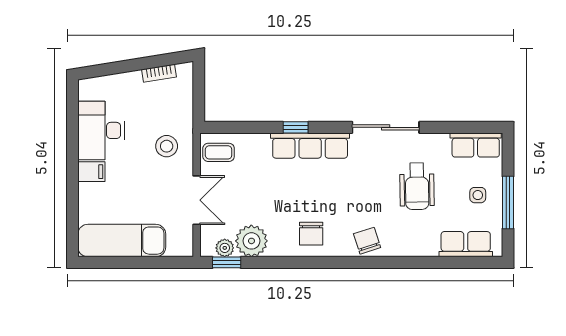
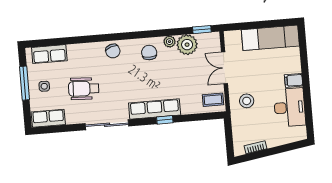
wheelchair: (417, 186) -> (84, 89), turned -86
plant: (225, 248) -> (170, 42), moved

